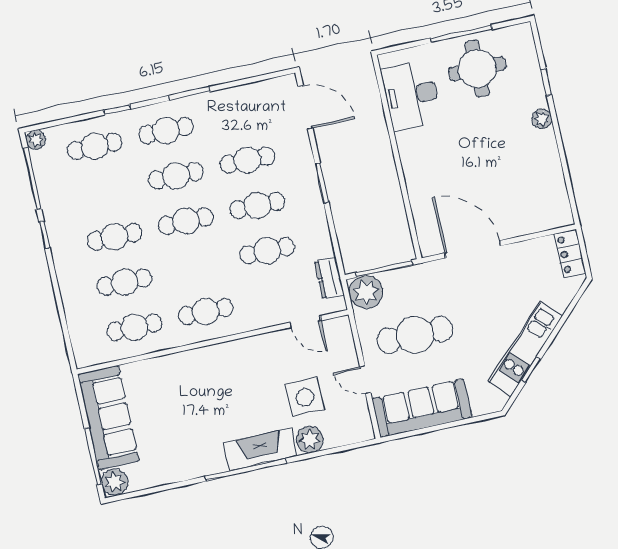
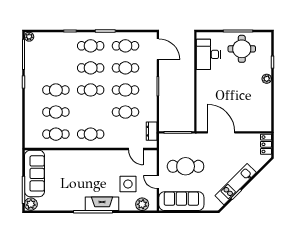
cafe table: (95, 146) -> (125, 46), moved
plant: (366, 292) -> (167, 141), removed
plant: (310, 440) -> (142, 204), moved

